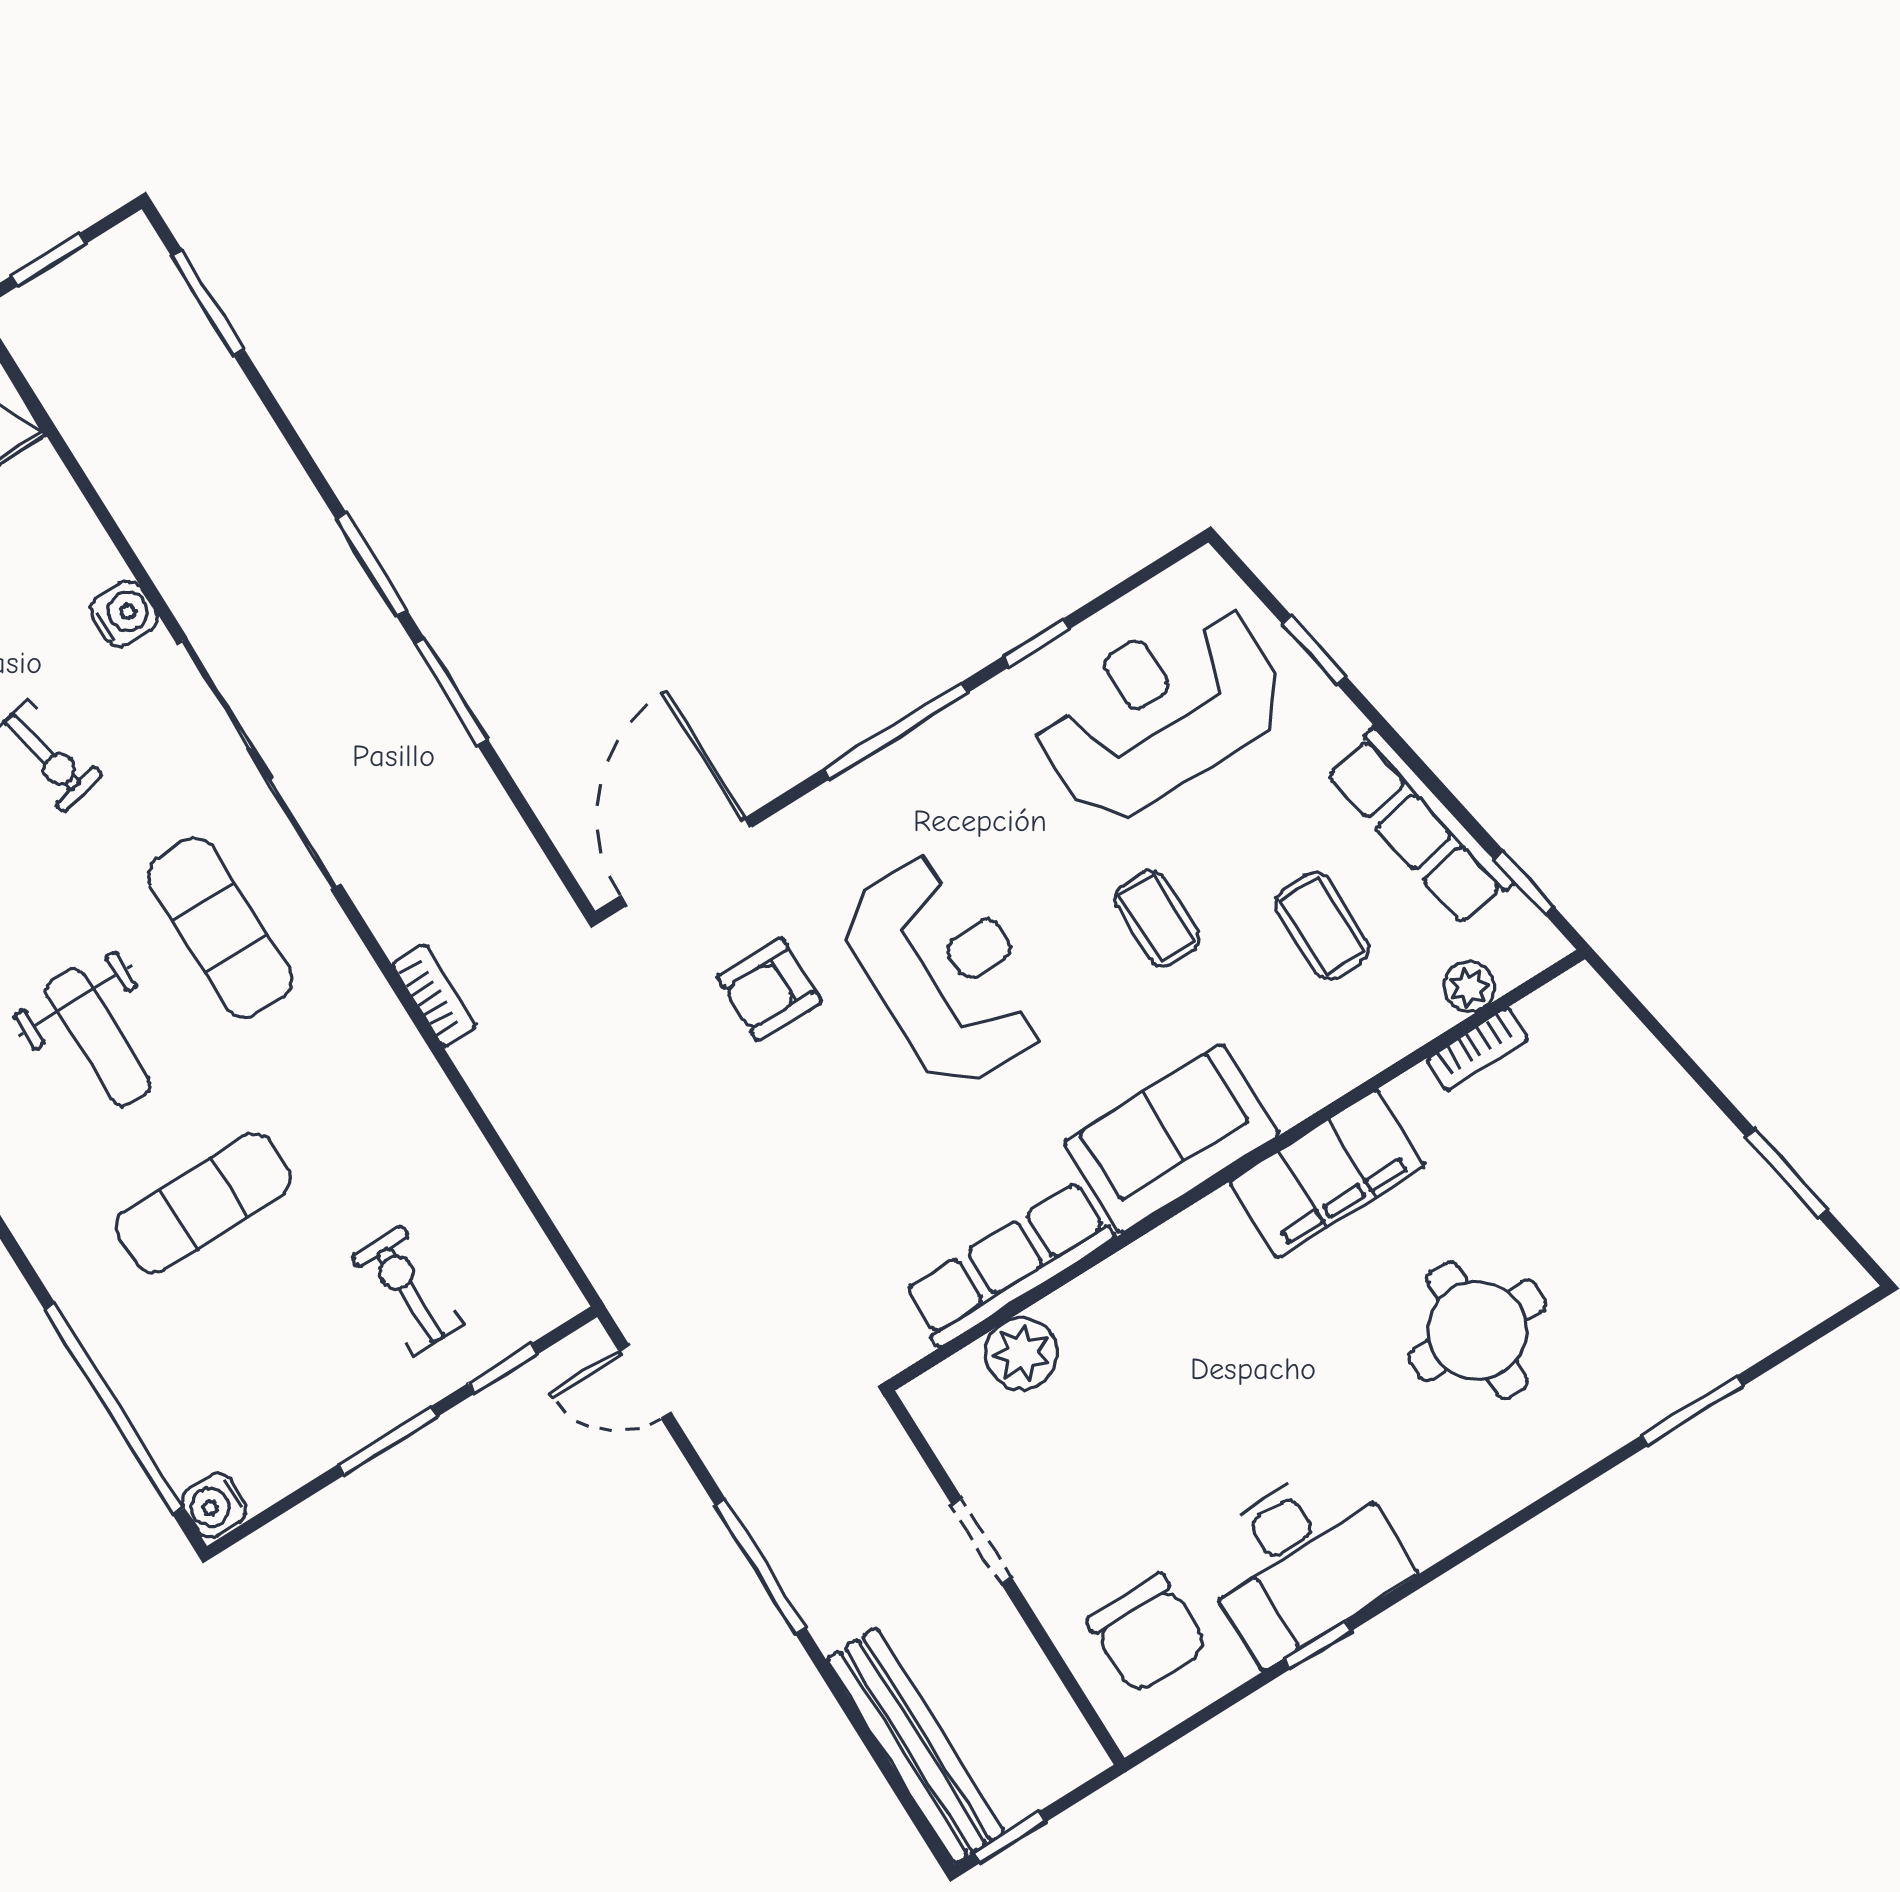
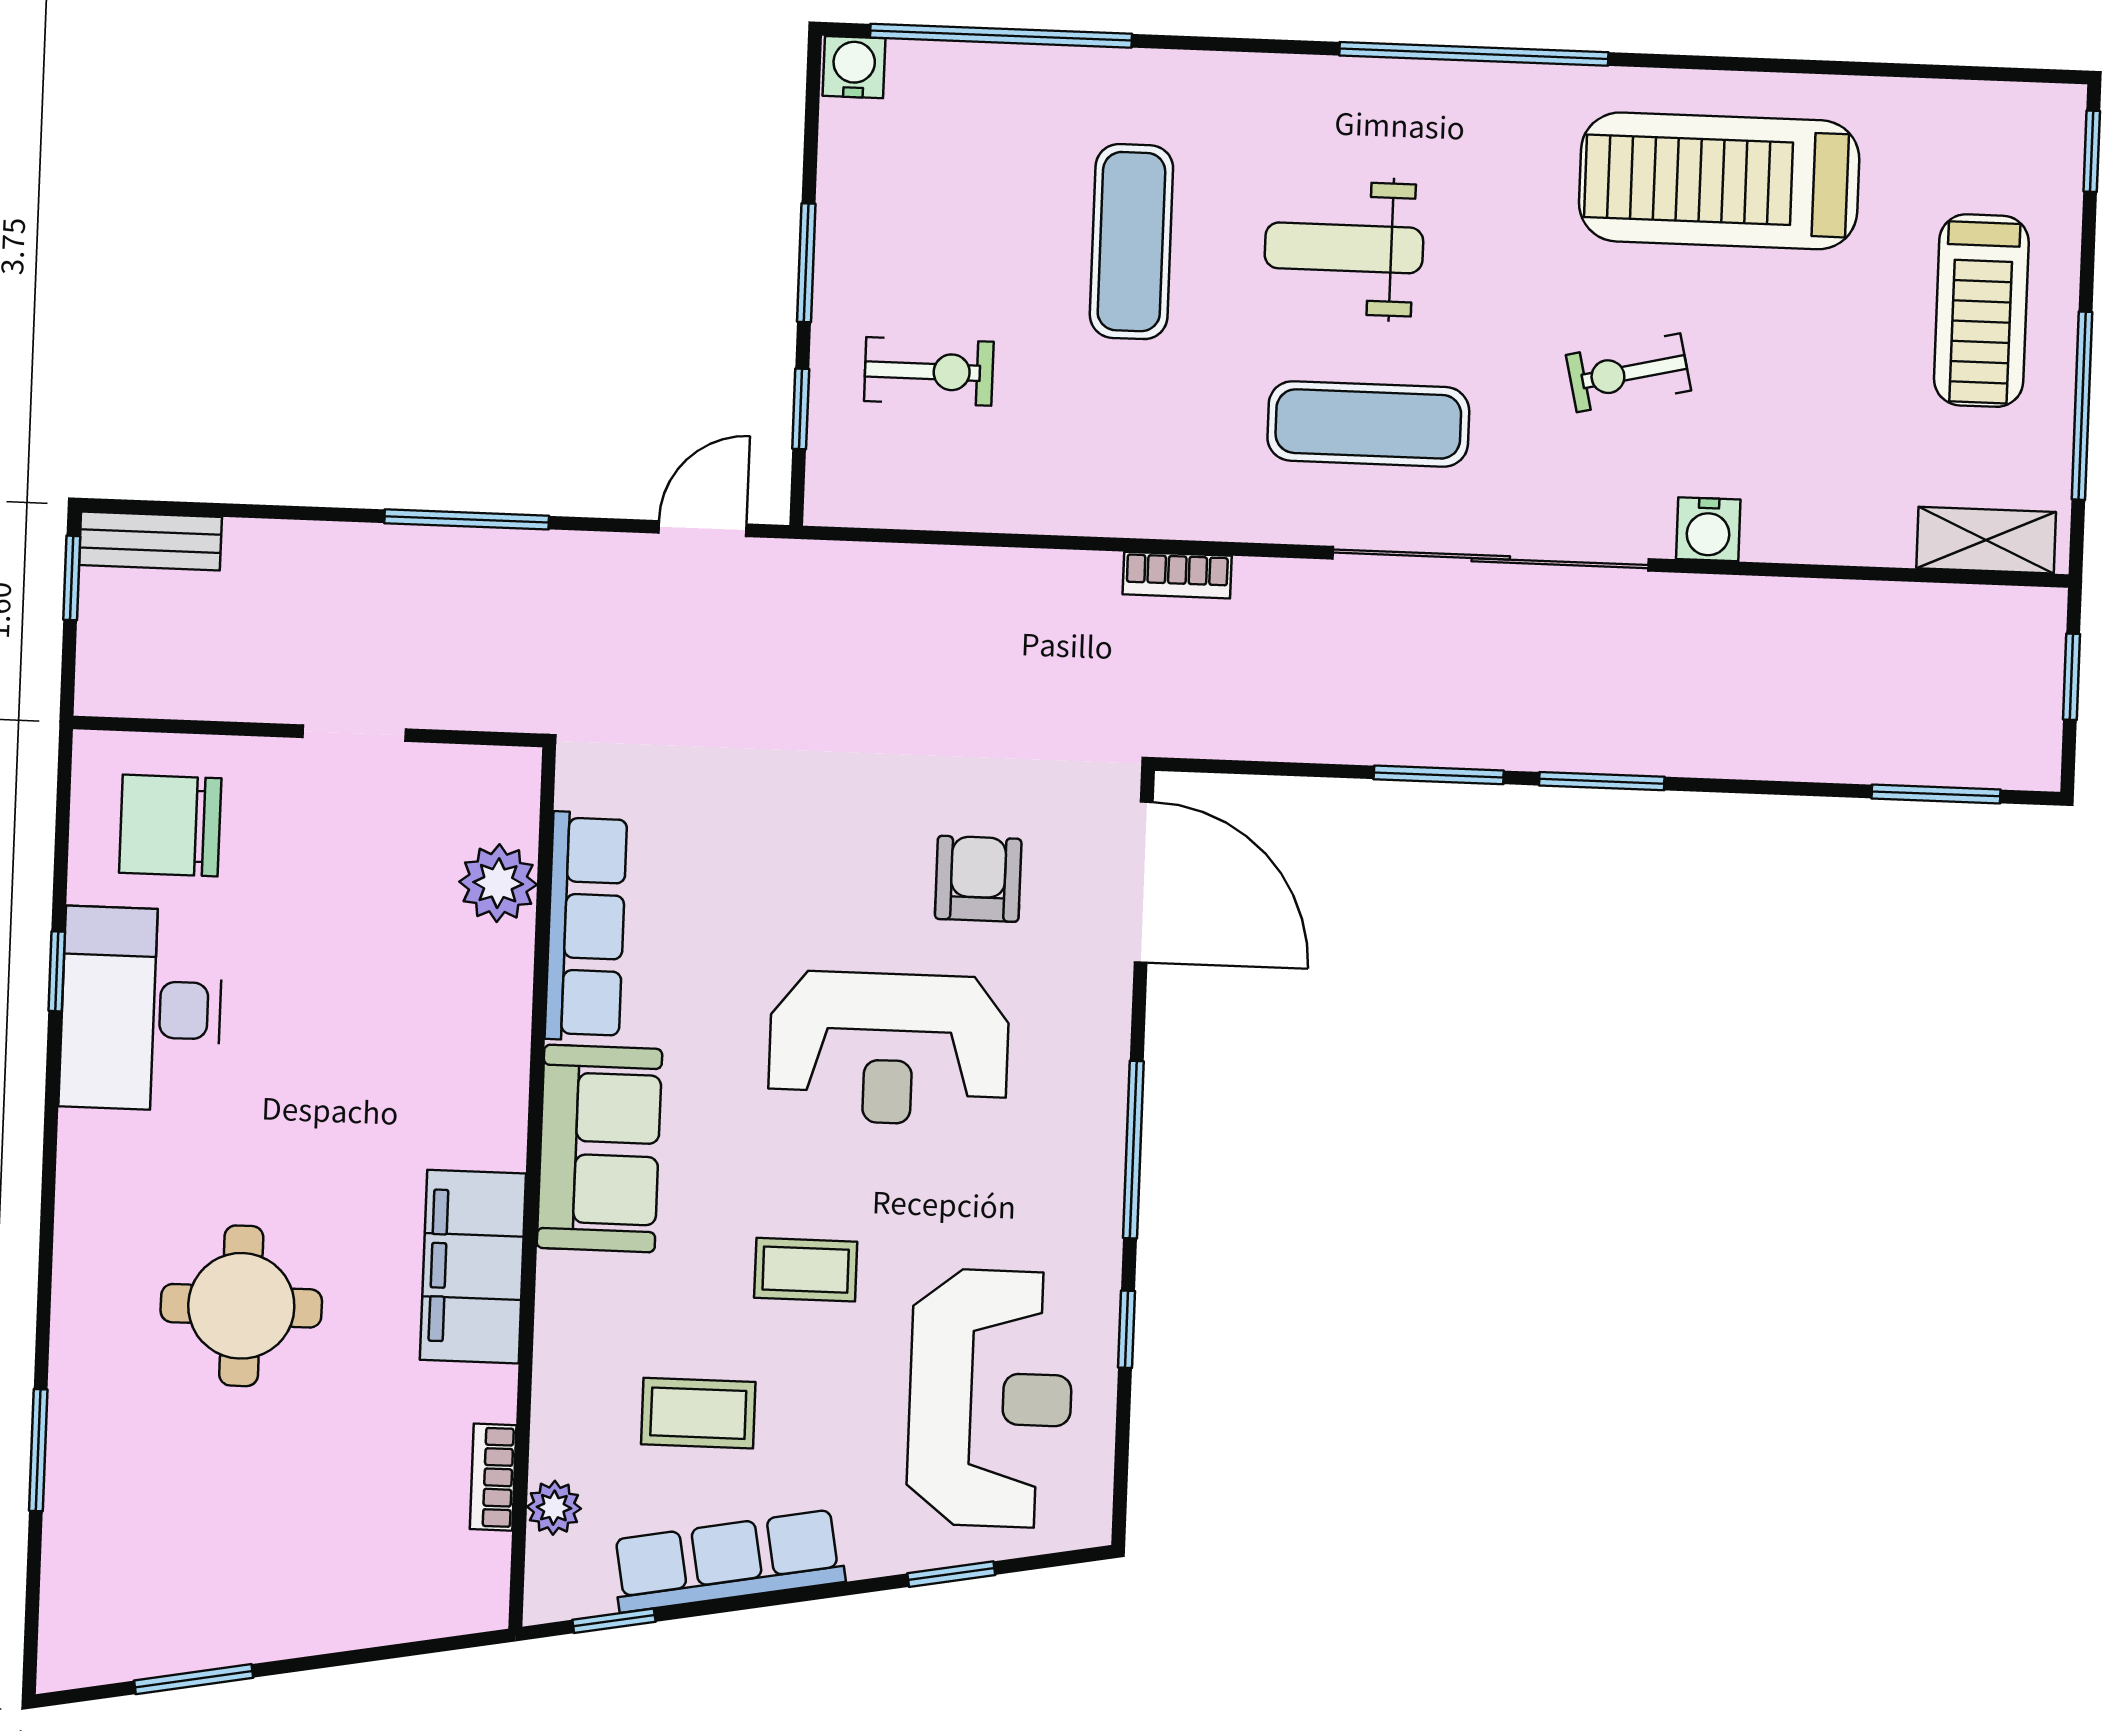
bench: (915, 1746) -> (150, 541), width x0.54, depth x0.82

